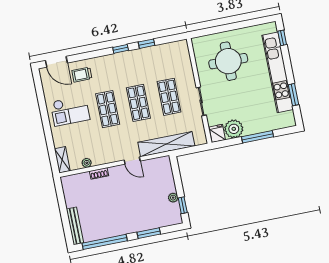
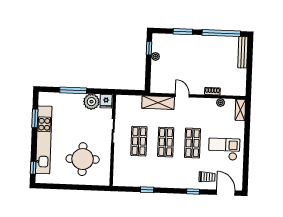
window: (121, 49) -> (193, 191), moved
shelving: (166, 144) -> (158, 103), width x0.68

